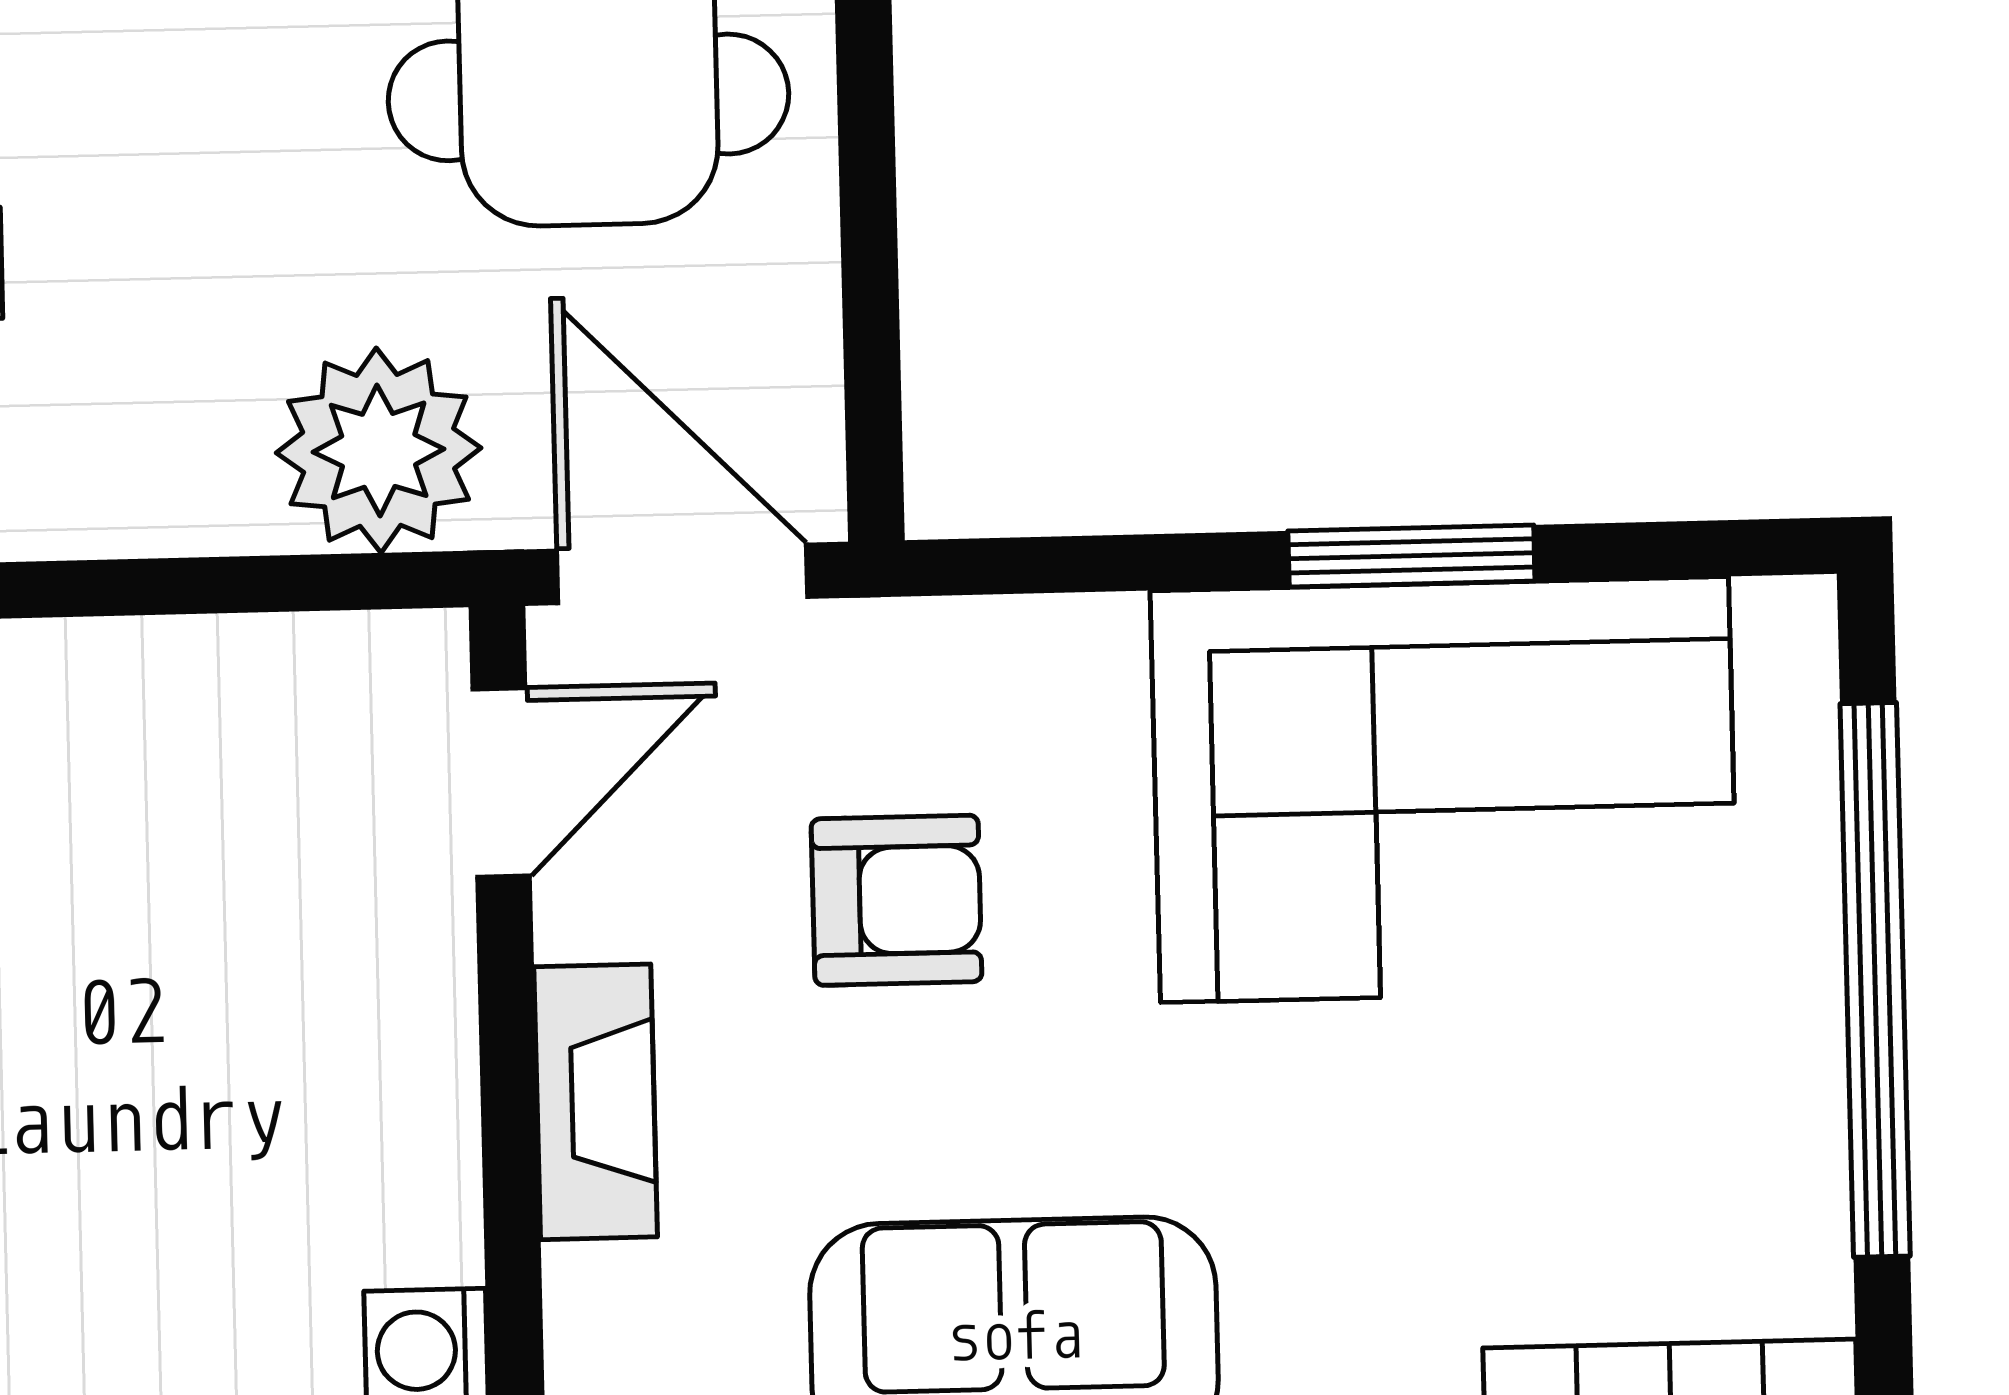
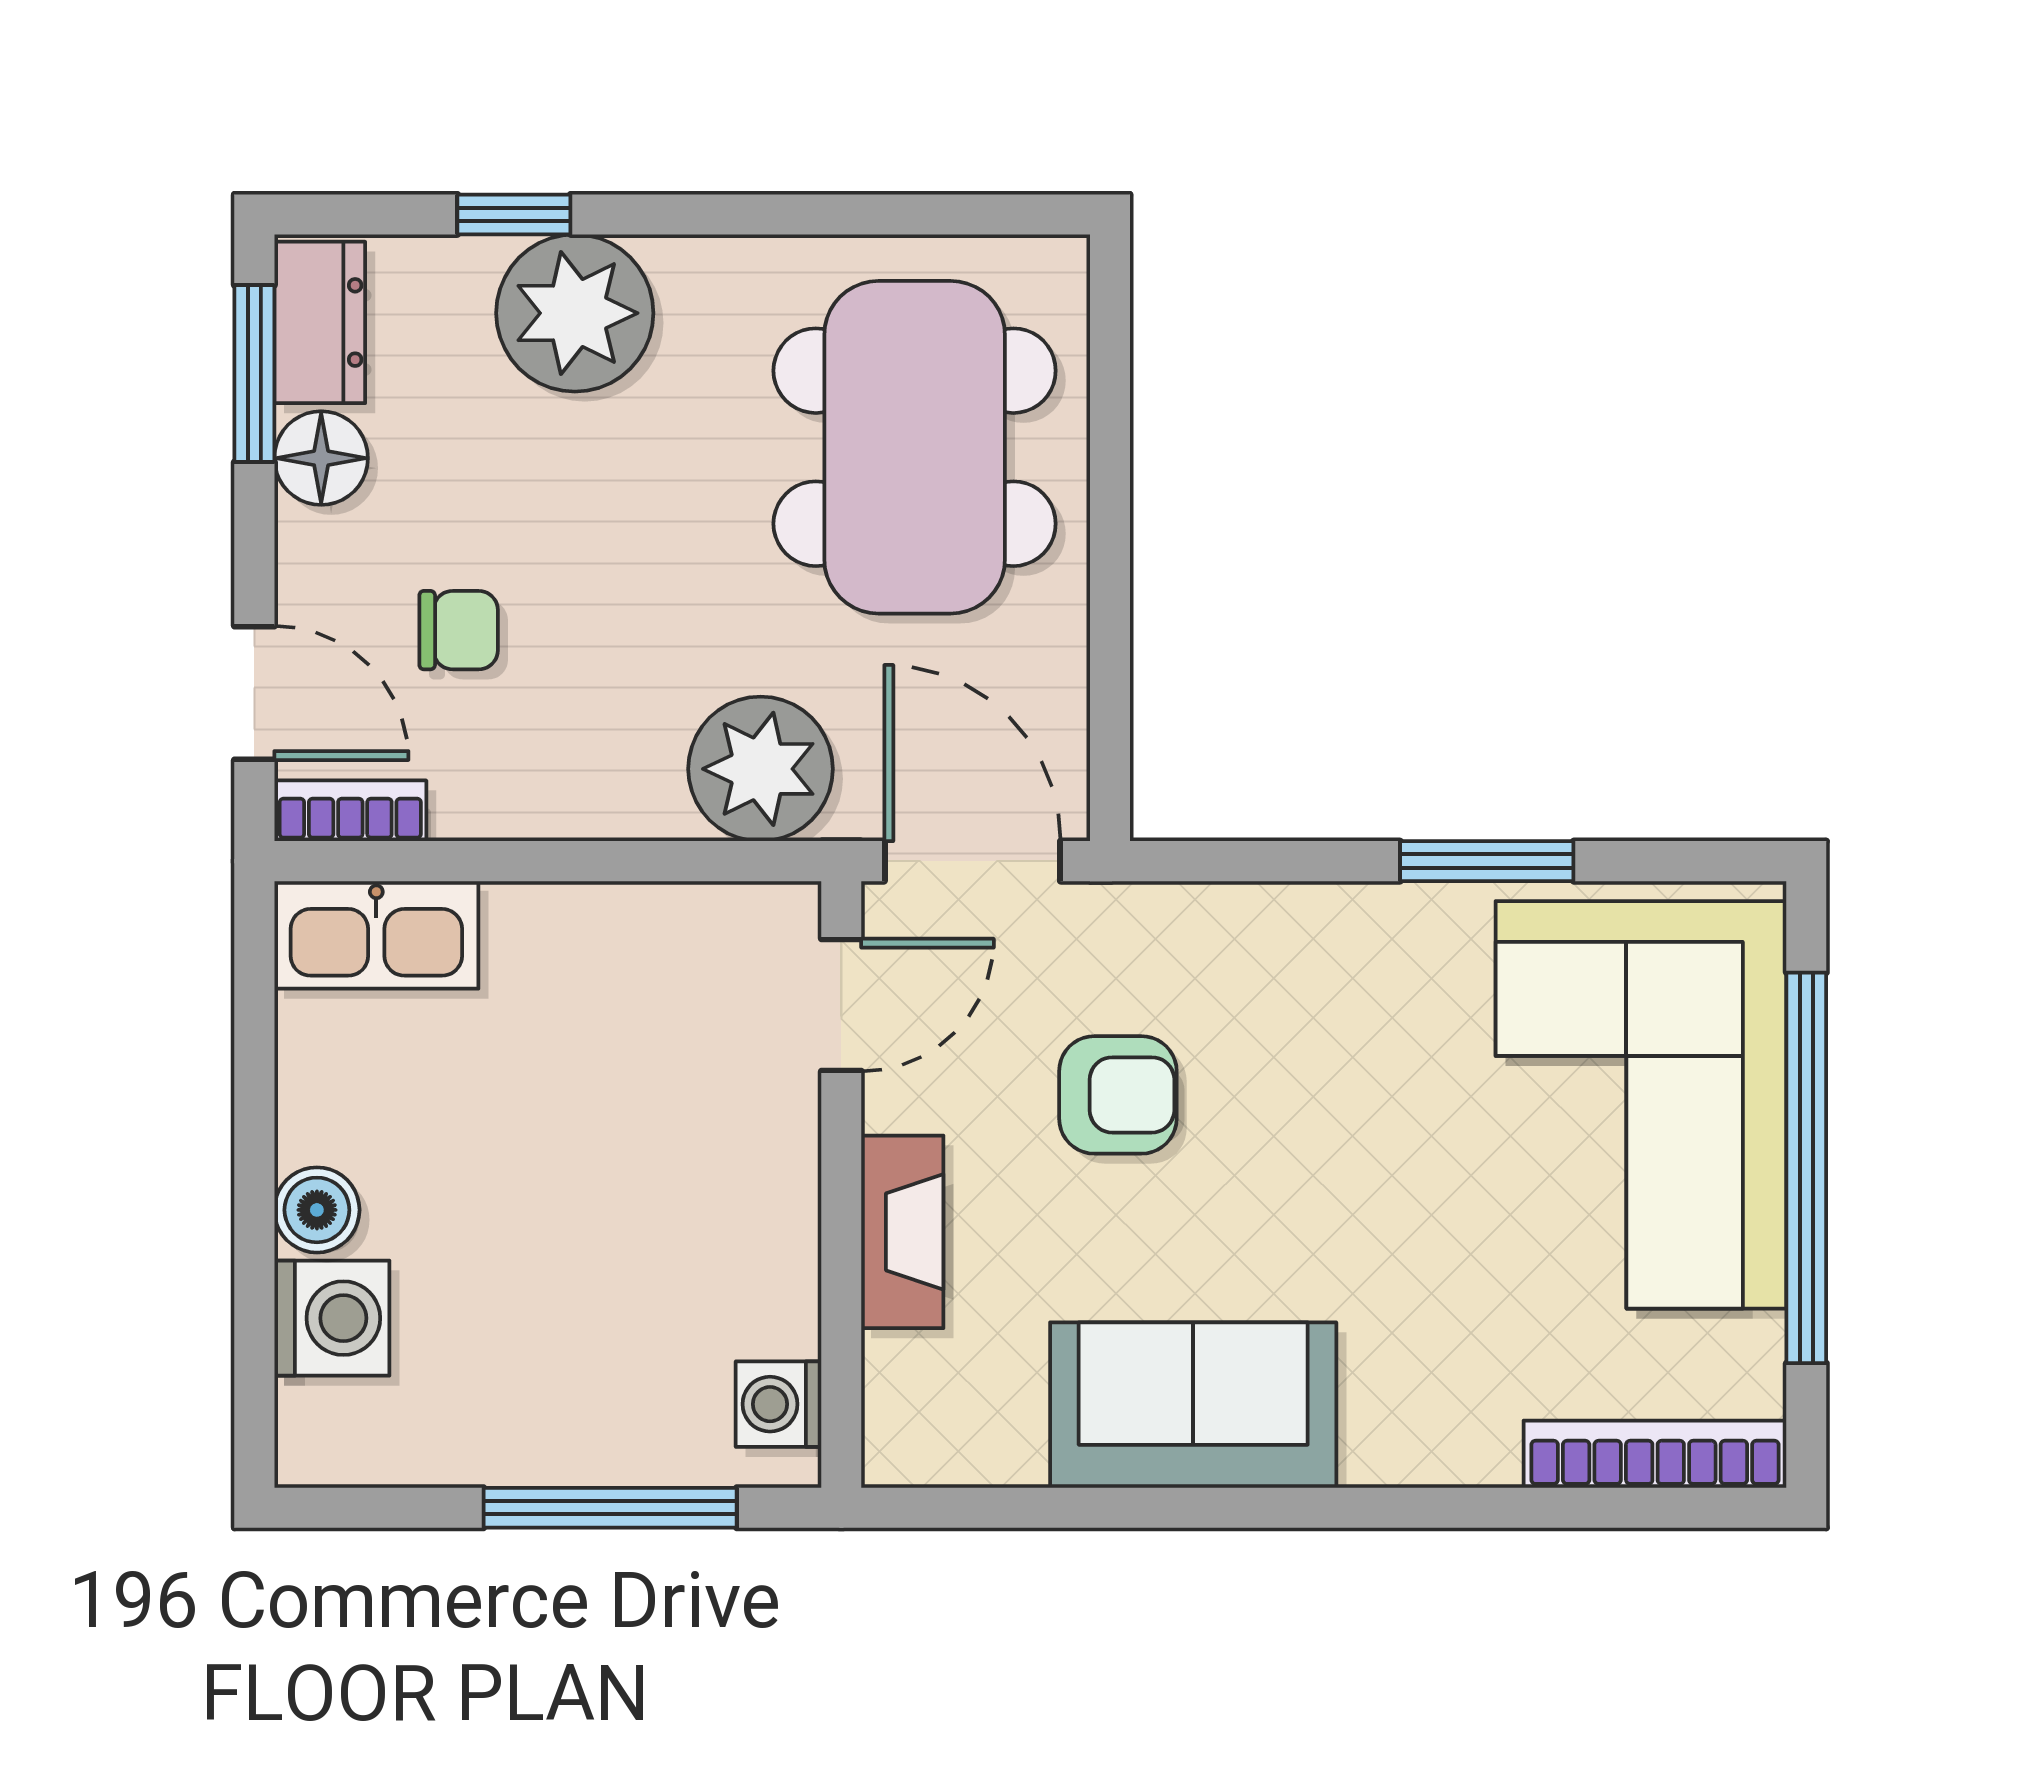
corner sofa: (1444, 790) -> (1641, 1105), moved, turned 90

